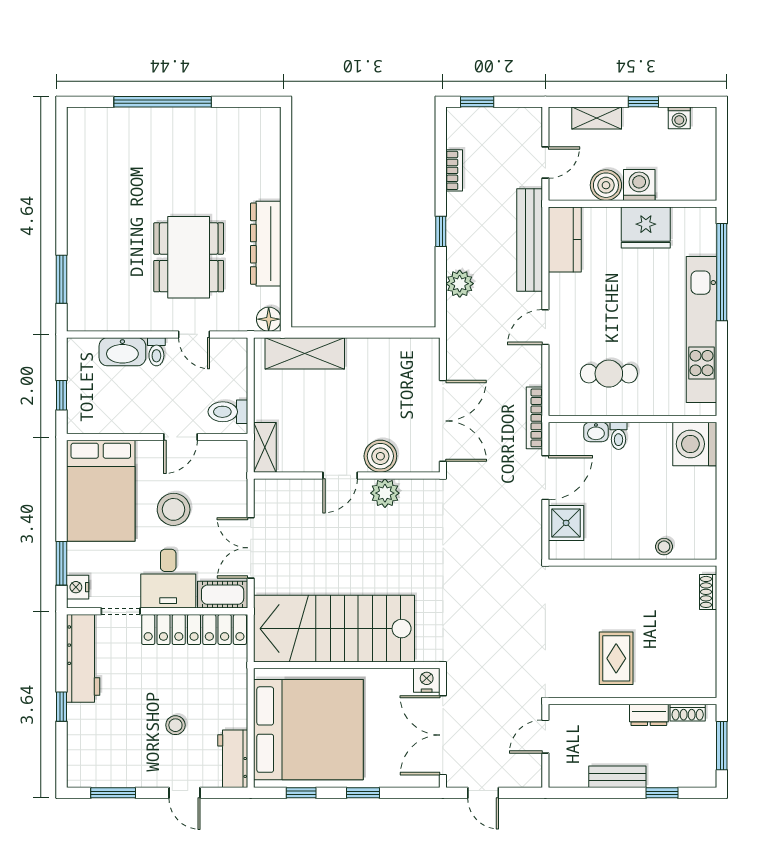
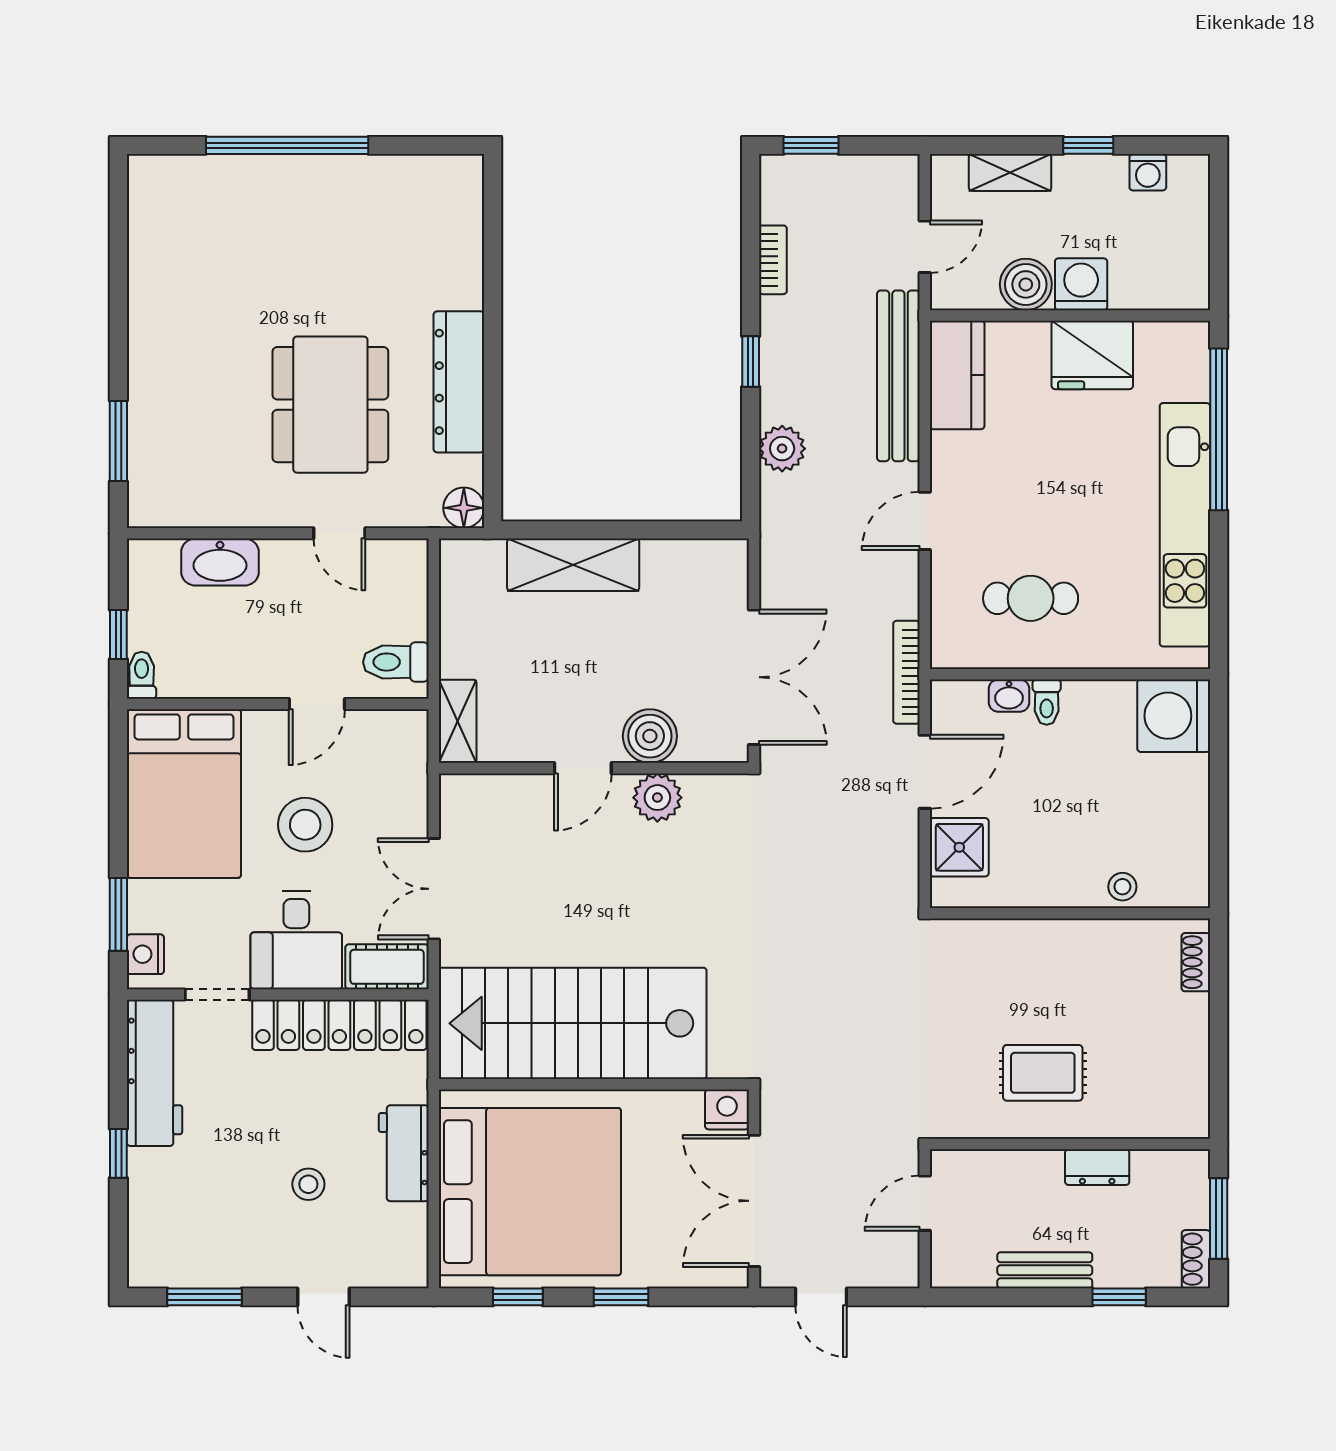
toilet: (156, 352) -> (142, 675), moved, turned 180
shelving: (305, 353) -> (573, 565), moved
rug: (616, 658) -> (1043, 1073), turned 90
shoe rack: (688, 713) -> (1196, 1259), moved, turned 90
workbench: (233, 759) -> (404, 1153), moved

